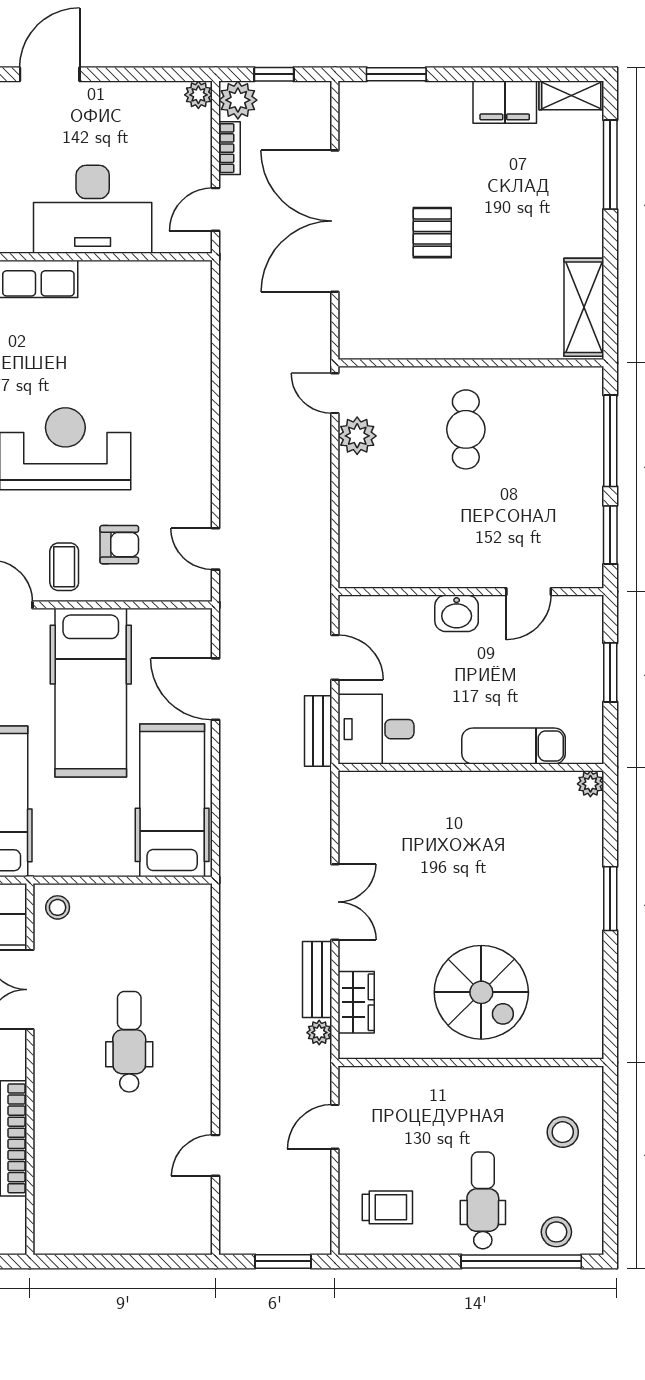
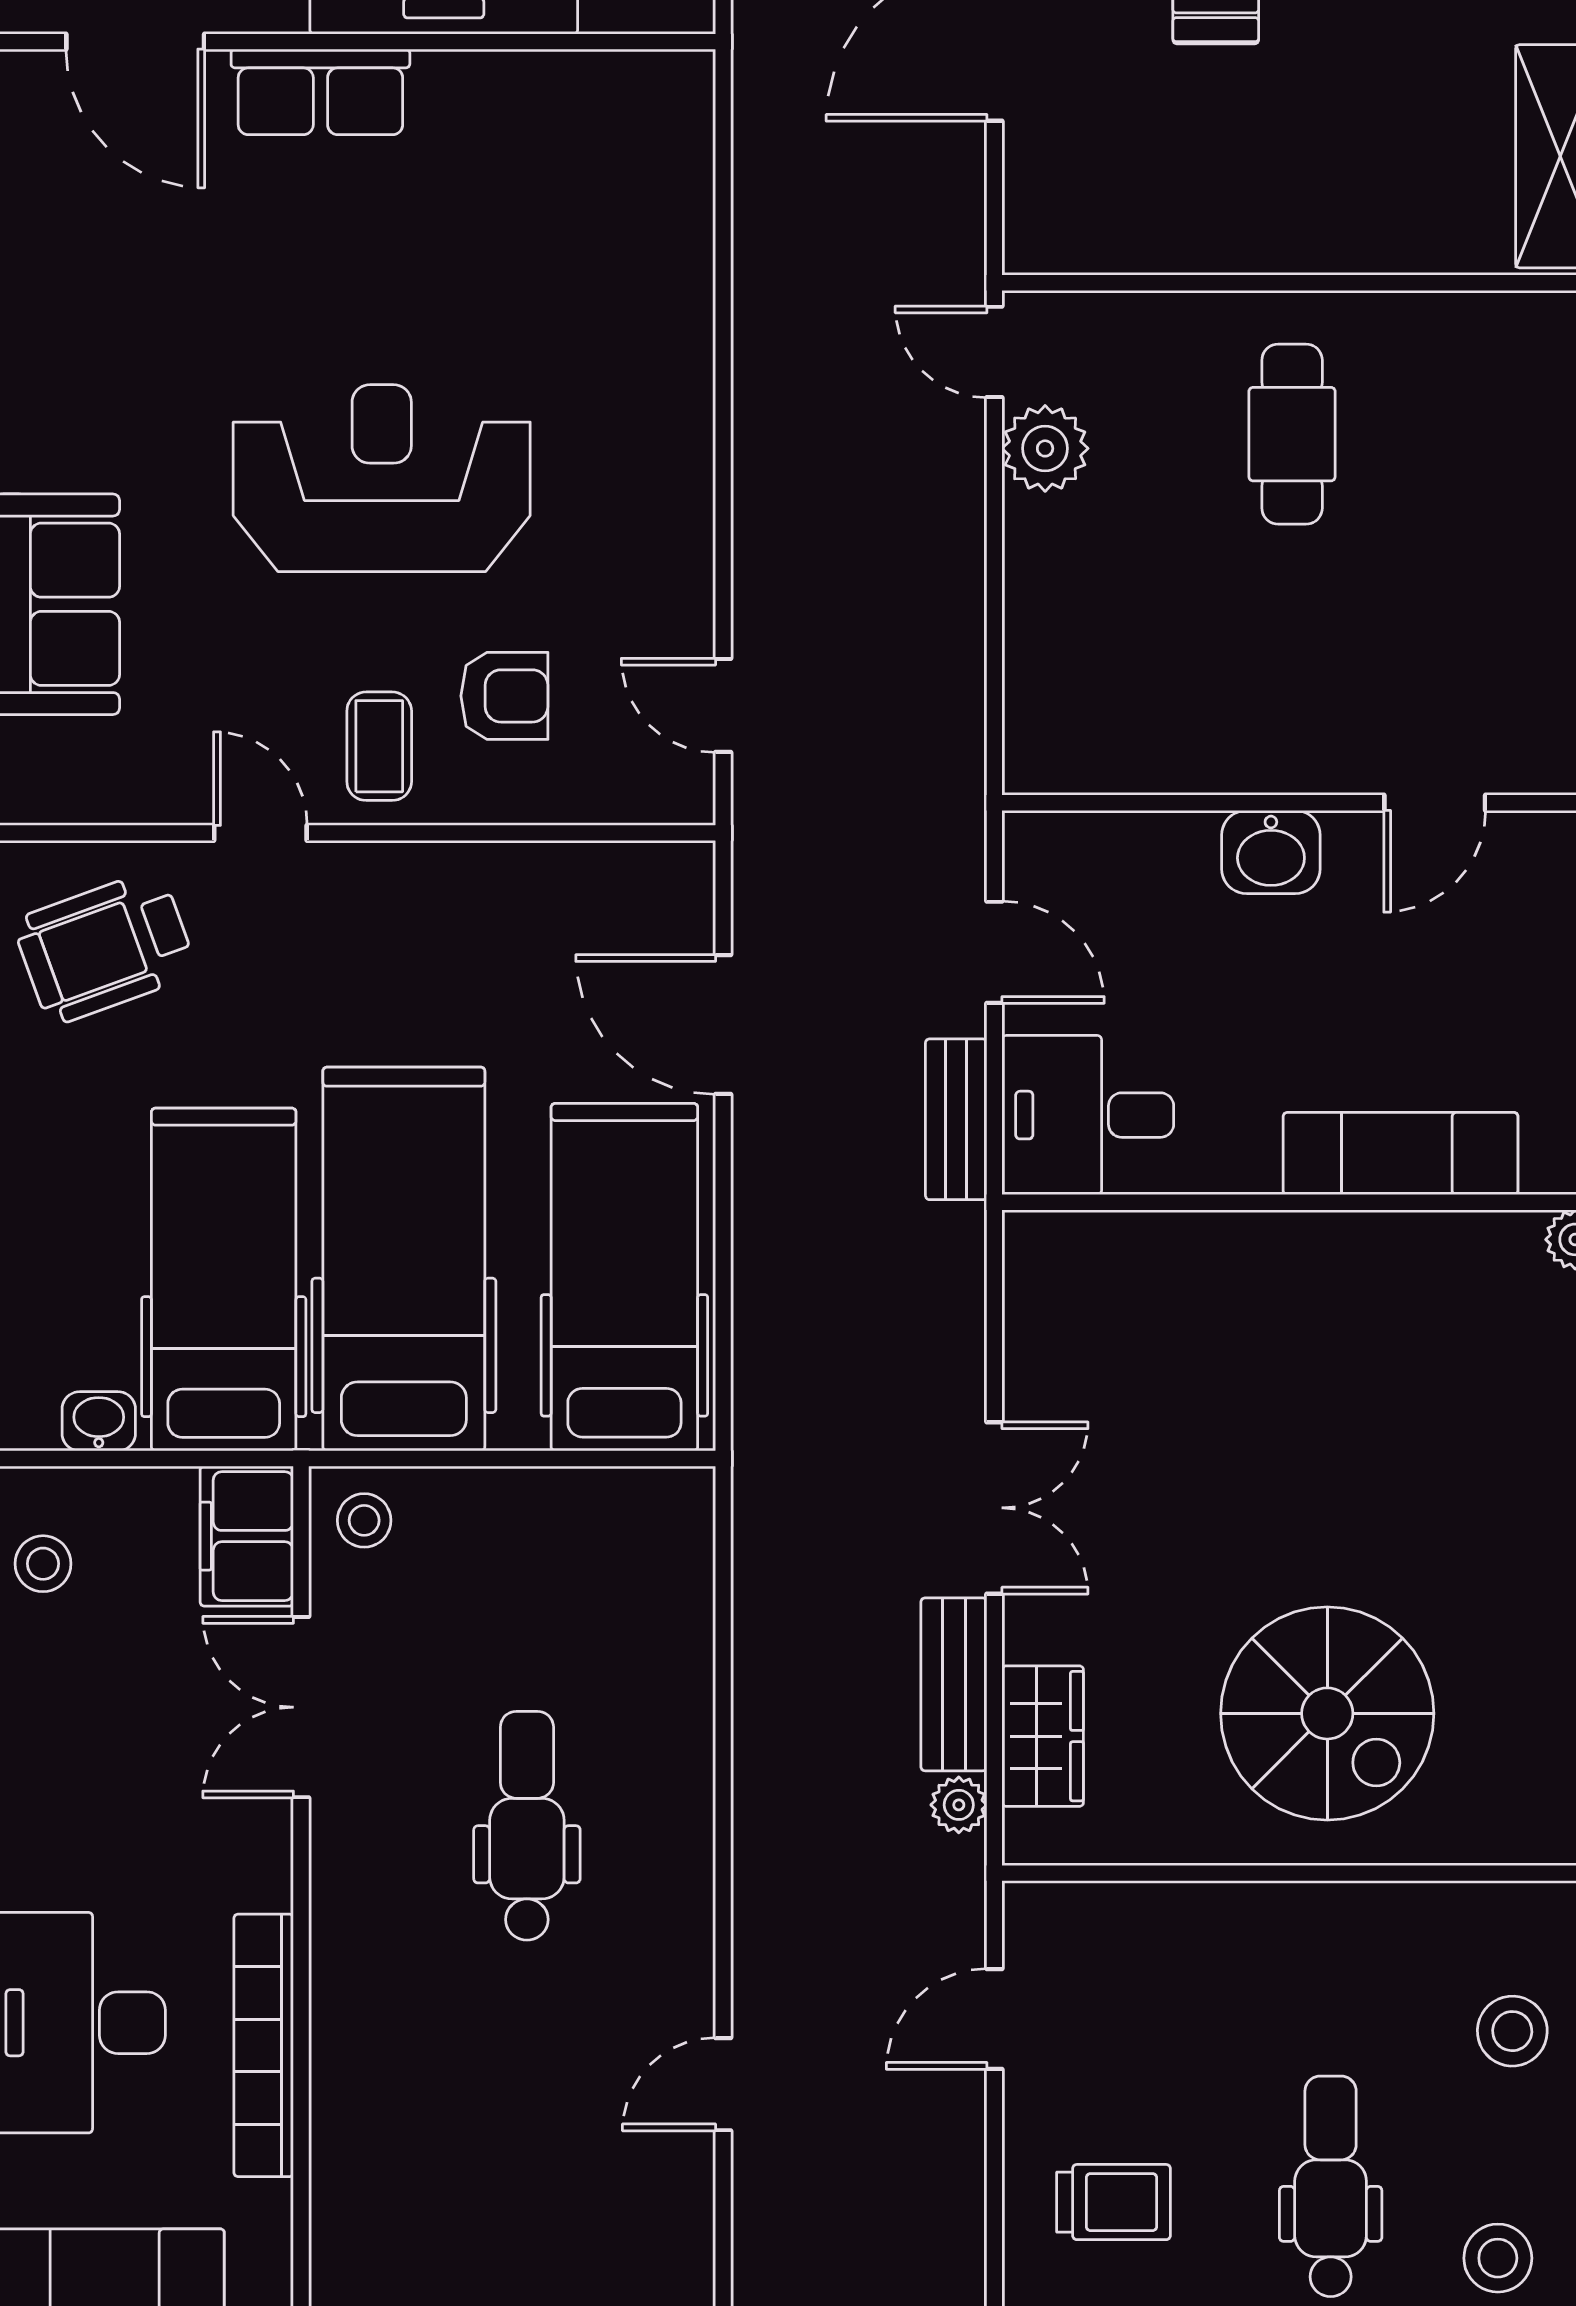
hospital bed: (91, 693) -> (404, 1259), moved, turned 180

